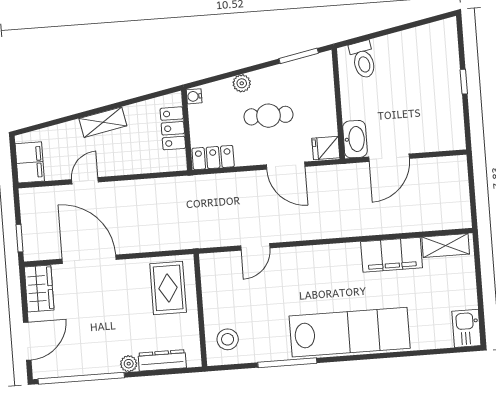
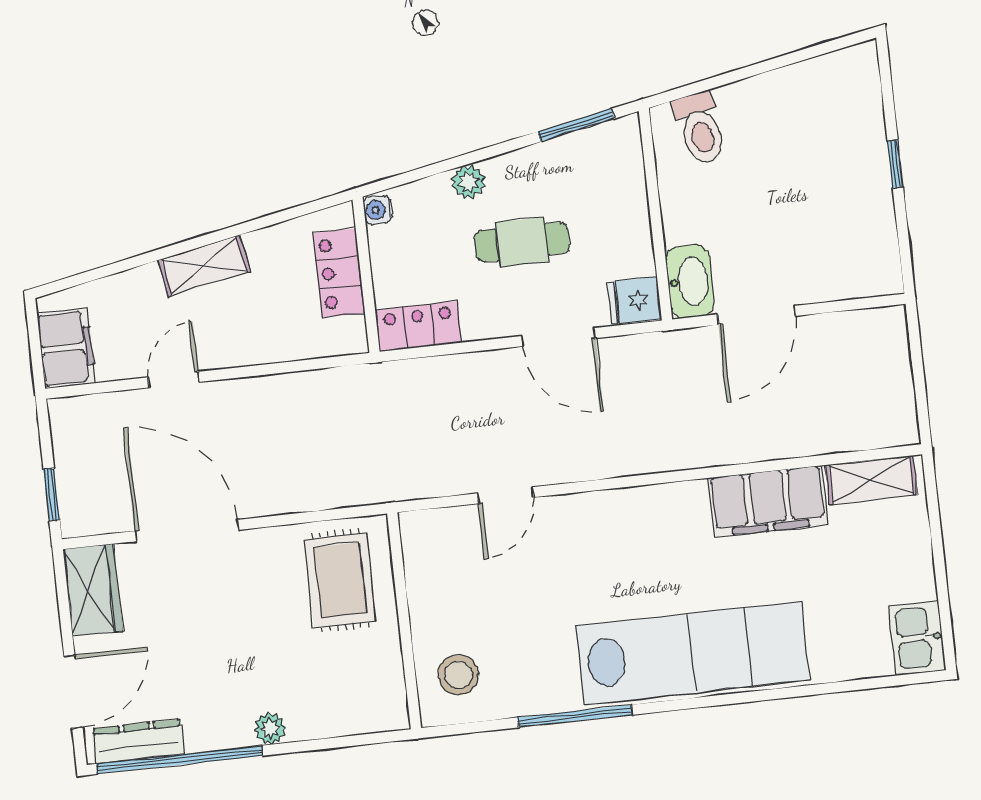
dresser: (162, 360) -> (138, 741), moved

